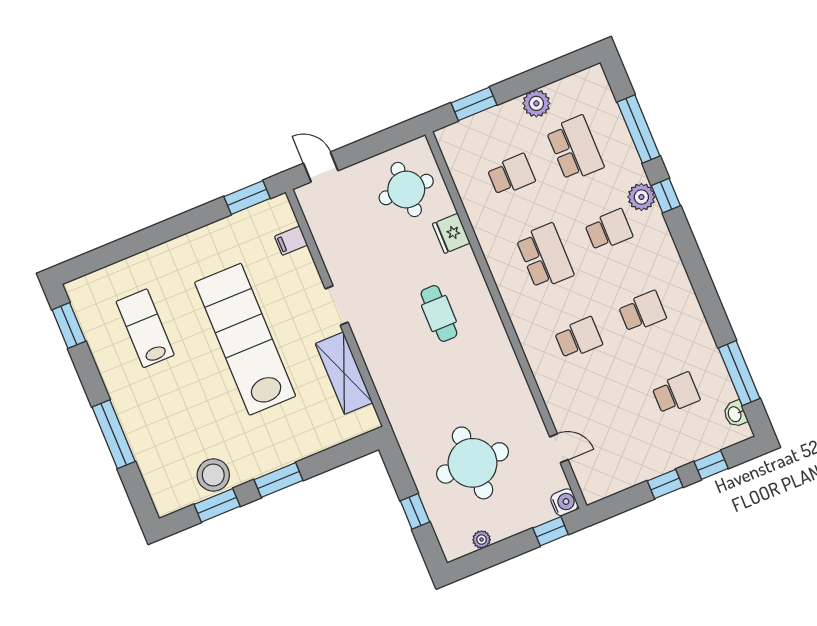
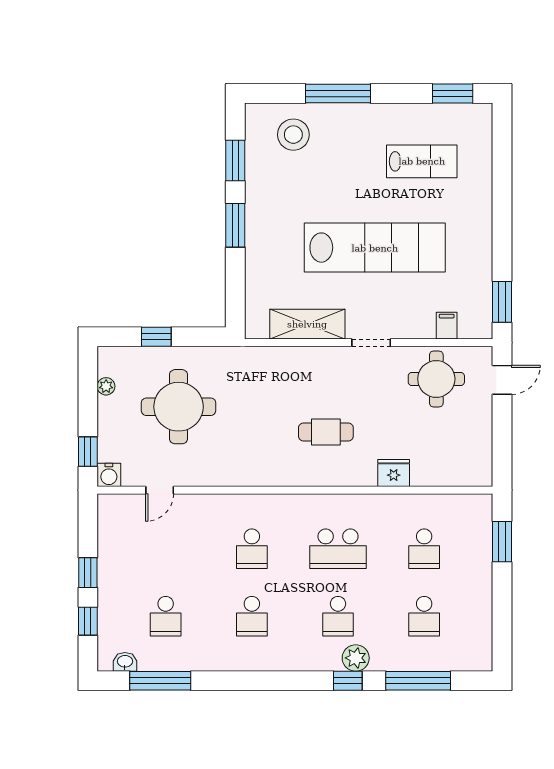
plant: (536, 103) -> (479, 598), removed
school desk: (575, 148) -> (424, 616), width x0.54
round table: (406, 190) -> (436, 379), moved
stool: (213, 475) -> (293, 135), moved

